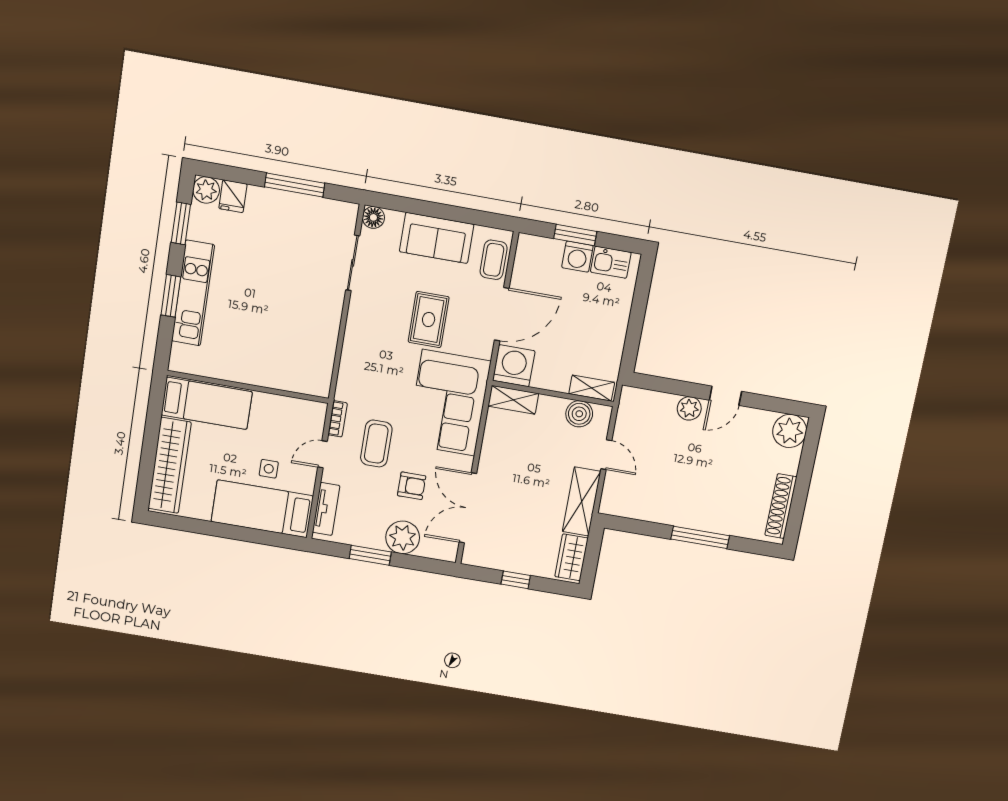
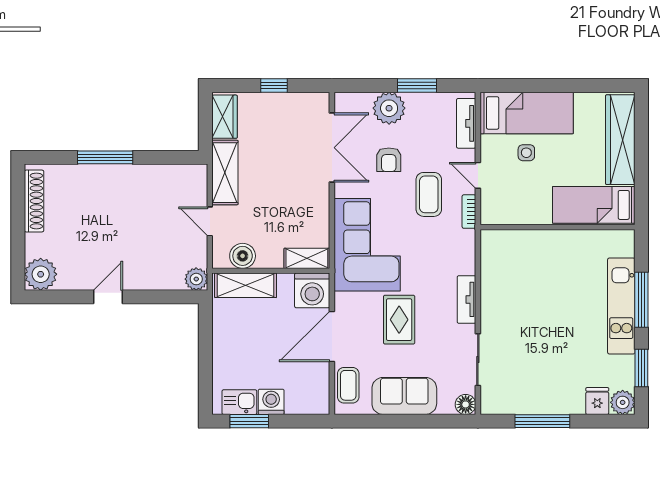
window: (575, 235) -> (249, 421), moved
window: (171, 296) -> (641, 300), width x1.44
tv unit: (355, 328) -> (467, 299), added
shelving: (592, 388) -> (246, 285), width x1.50, depth x1.33
plant: (689, 408) -> (196, 279), moved
door: (322, 454) -> (478, 175), swing flipped
armchair: (412, 486) -> (389, 160), turned -90

